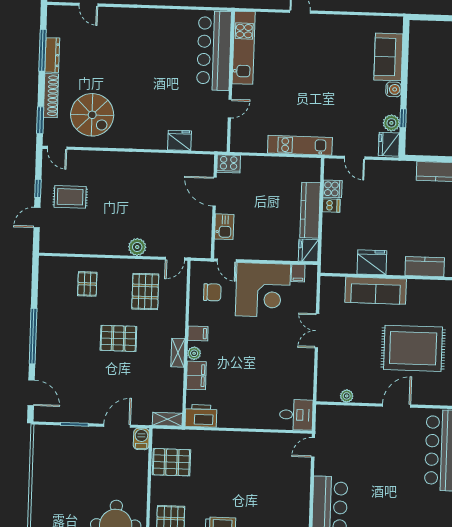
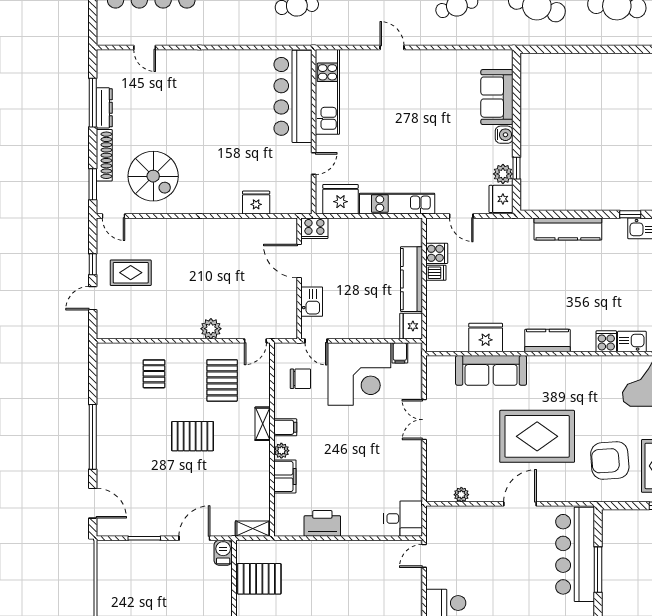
fridge: (252, 140) -> (340, 199), added
shelving: (178, 353) -> (263, 424), moved
printer: (201, 416) -> (322, 523), moved

